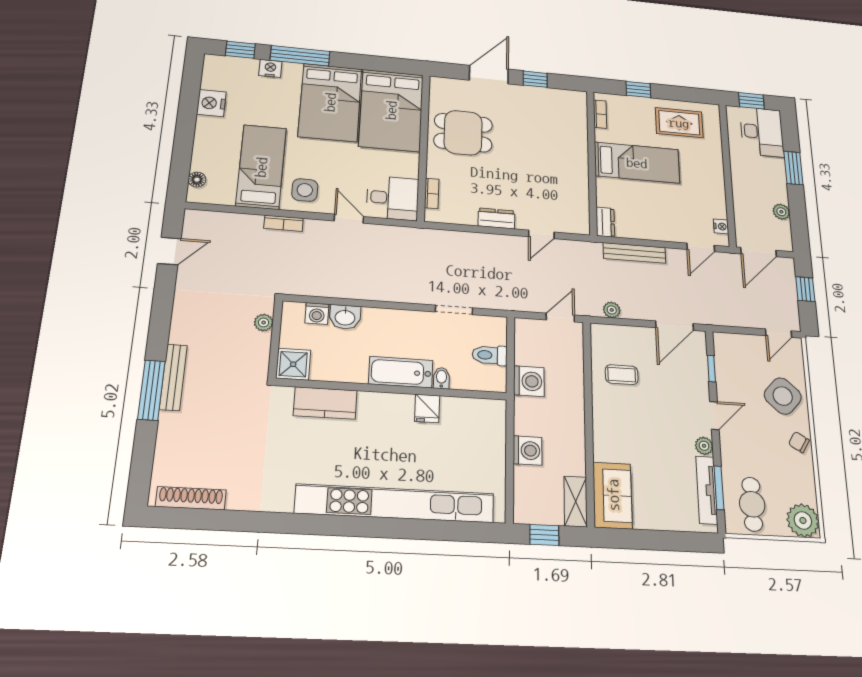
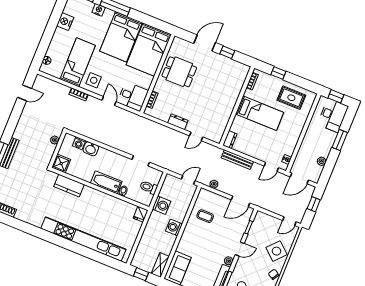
fridge: (427, 408) -> (141, 214), moved
washing machine: (528, 450) -> (174, 227), moved, turned 180

